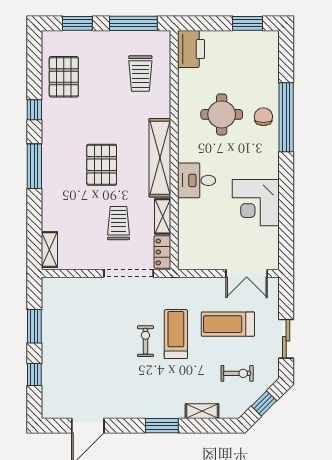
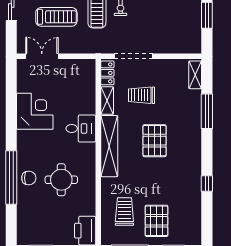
pallet: (64, 77) -> (157, 221), moved
chair: (263, 117) -> (29, 178), turned -90
window: (34, 166) -> (207, 111), moved
trolley: (118, 223) -> (141, 95), turned 90

